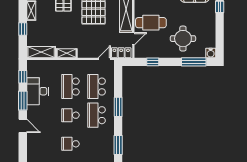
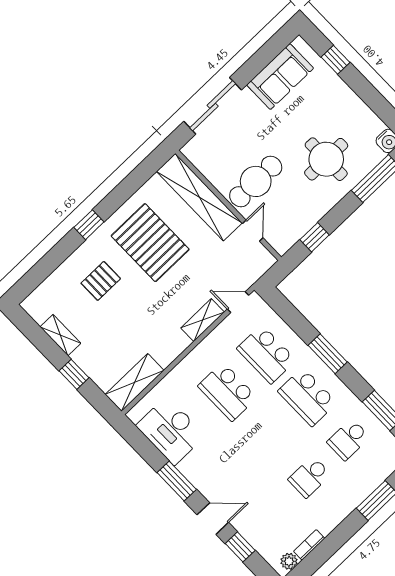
shelving: (67, 53) -> (203, 320), moved
locker: (121, 53) -> (255, 269), removed
door: (104, 59) -> (238, 302), hinge flipped
window: (23, 77) -> (240, 547), moved
desk: (38, 91) -> (171, 431), moved
school desk: (70, 115) -> (348, 440), moved

